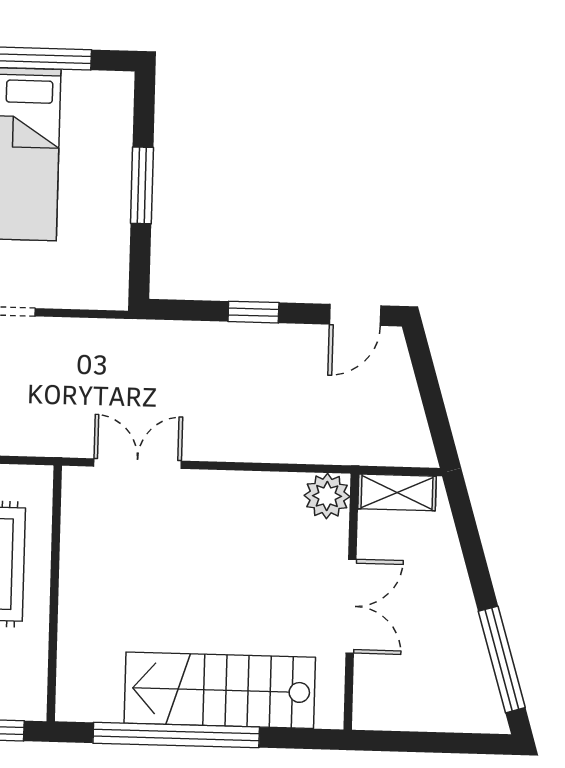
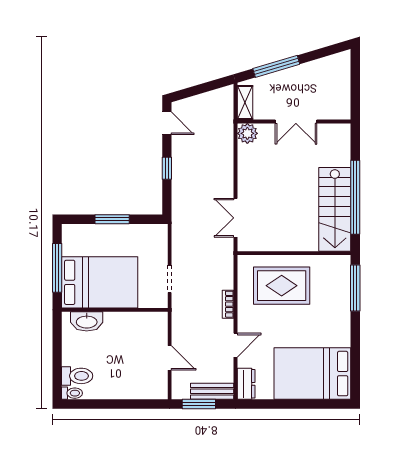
double door: (351, 606) -> (296, 121), swing flipped
window: (502, 659) -> (276, 66), moved
stairs: (220, 690) -> (335, 209), moved

